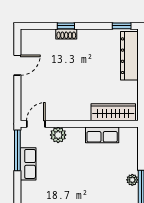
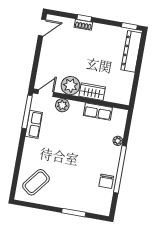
door: (17, 65) -> (42, 28), moved
plant: (64, 110) -> (70, 86), added
wardrobe: (113, 112) -> (92, 92), moved, width x0.67
plant: (132, 180) -> (118, 141), moved

